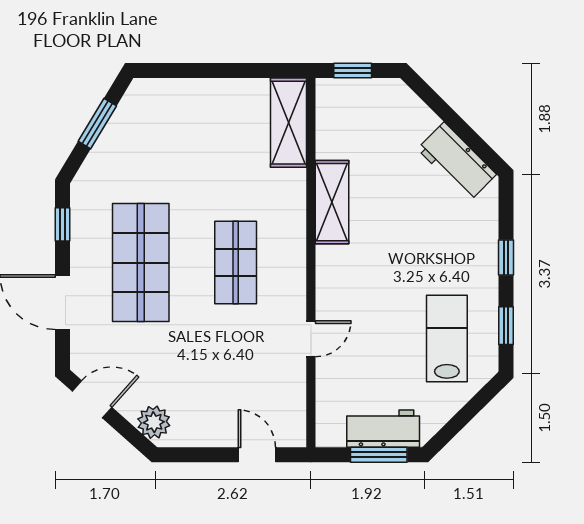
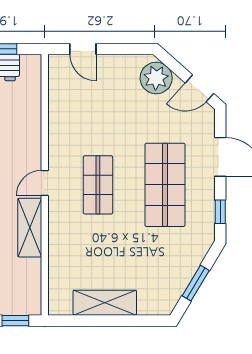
shelving: (289, 123) -> (105, 303), moved, turned 90
door: (311, 339) -> (45, 183), moved
plant: (154, 422) -> (156, 78), width x1.36, depth x1.36

